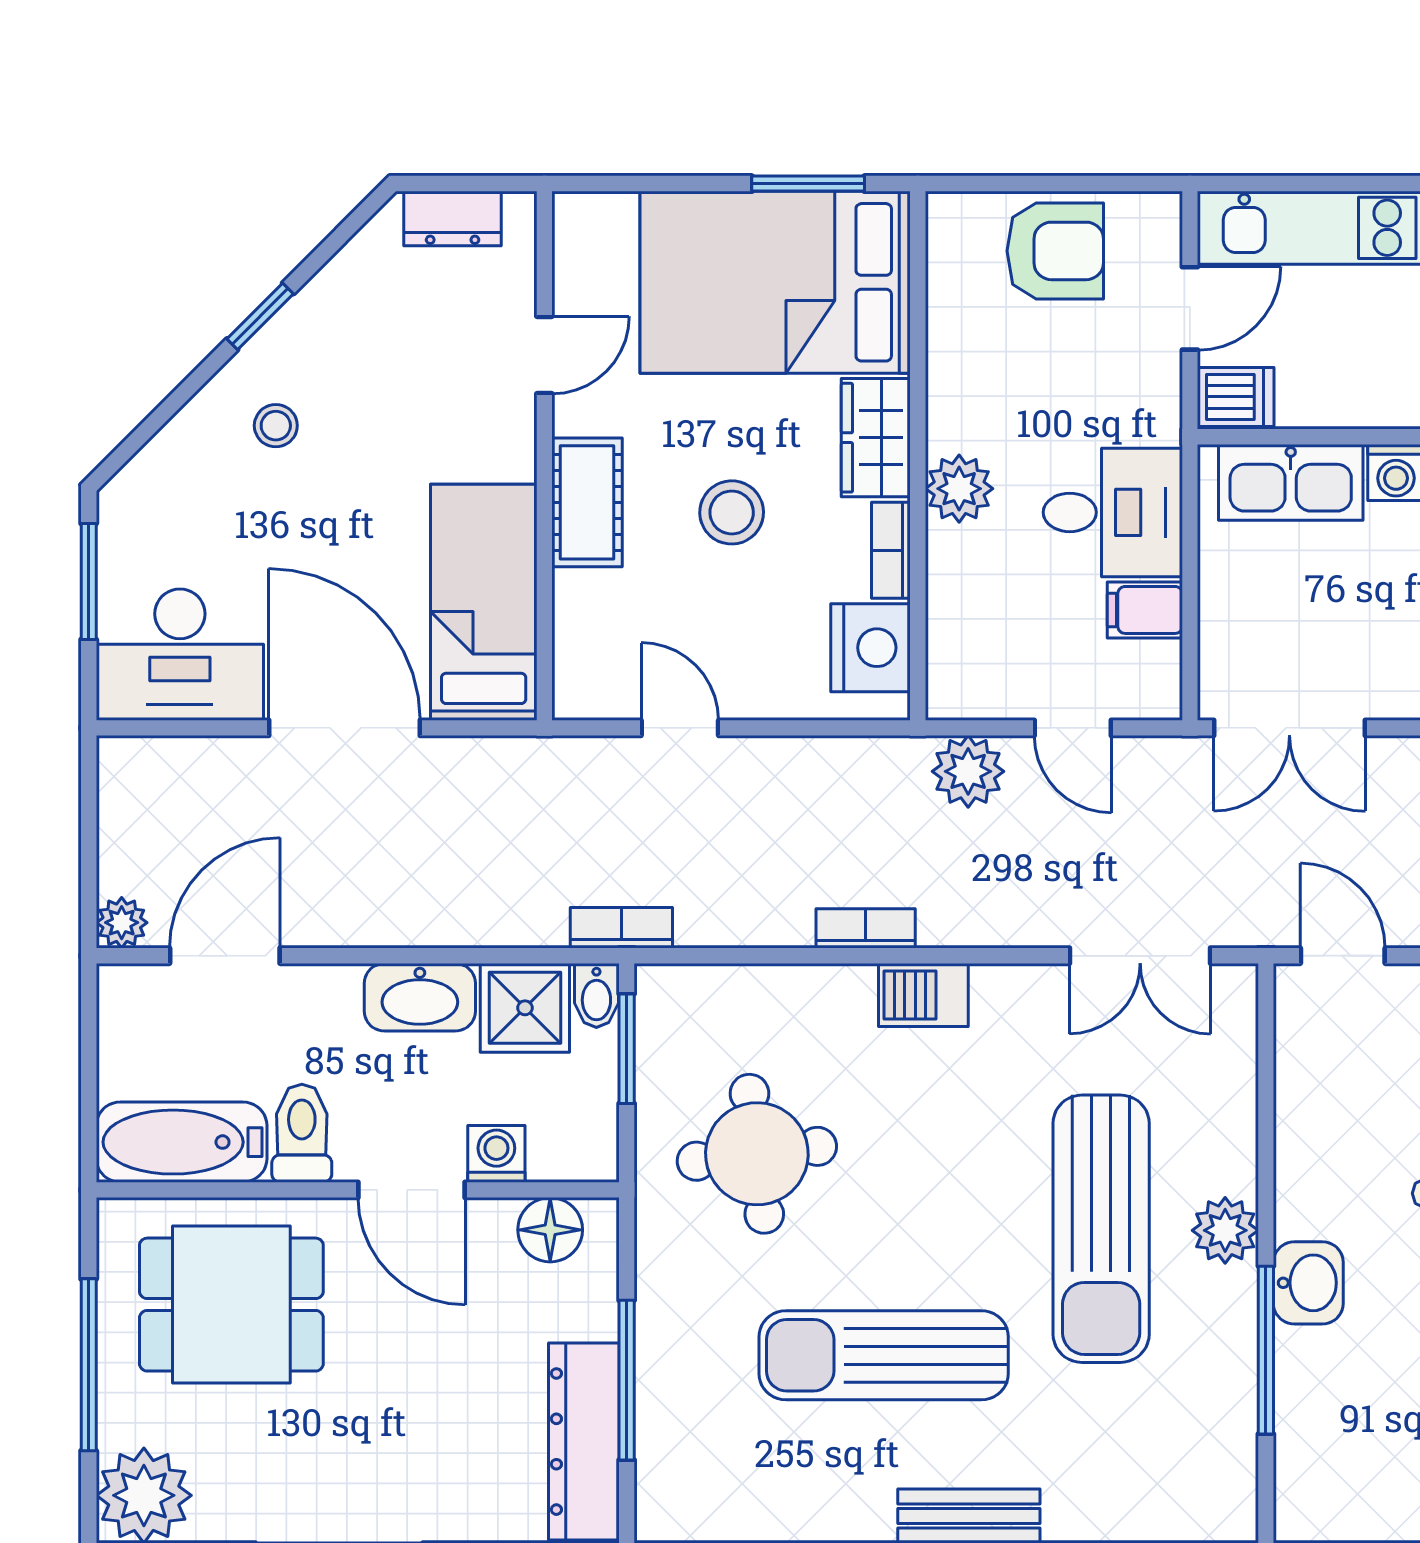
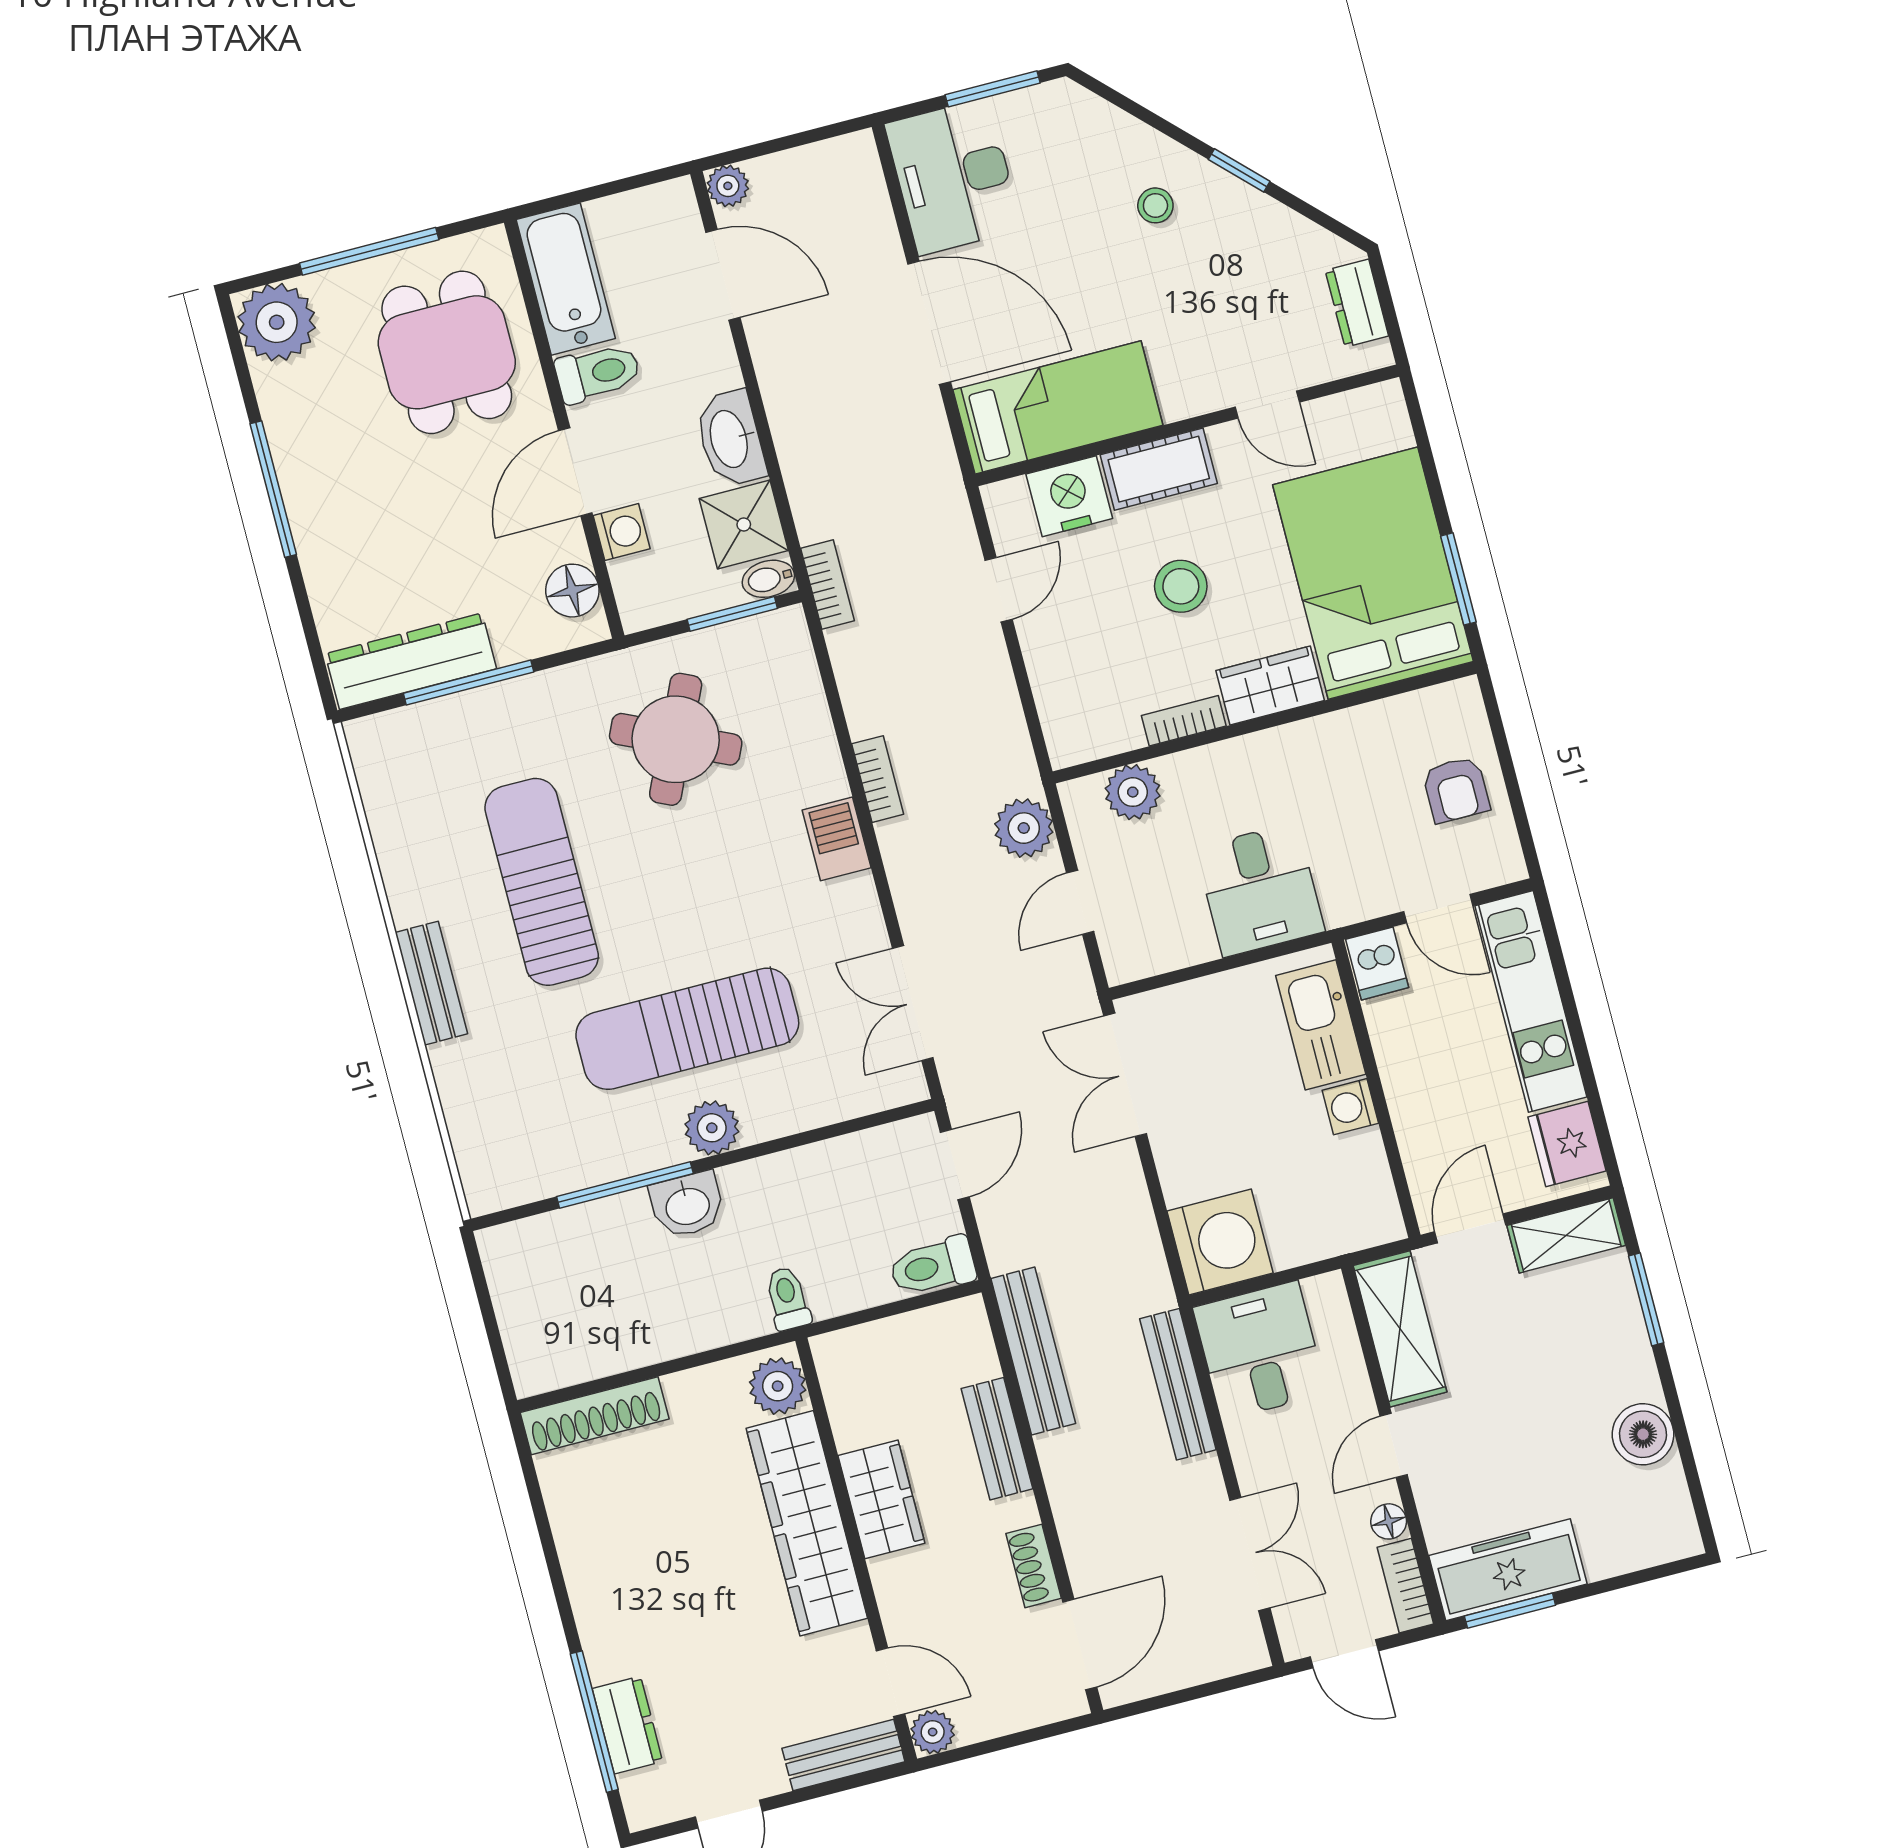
armchair: (1055, 251) -> (1456, 790), width x0.72, depth x0.72
plant: (959, 489) -> (1133, 792), moved
filing cabinet: (1145, 610) -> (1189, 935), removed
nightstand: (871, 648) -> (1069, 496), moved, turned 180
door: (344, 728) -> (929, 323), hinge flipped
round table: (757, 1154) -> (676, 739), turned 32

